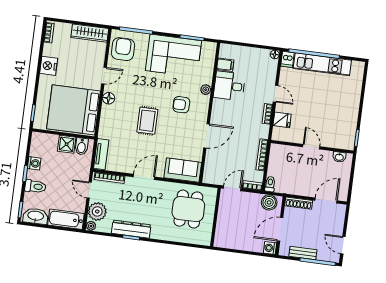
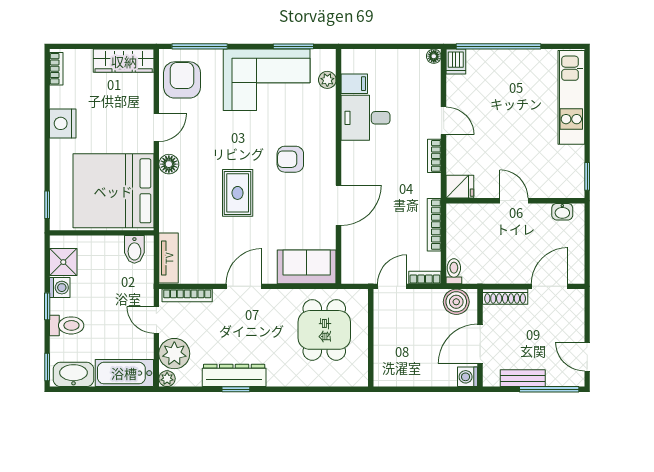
kitchen unit: (322, 64) -> (571, 97), moved, turned 90
plant: (206, 90) -> (327, 80), moved
fridge: (282, 120) -> (460, 187), moved
shower: (67, 144) -> (63, 262), moved

